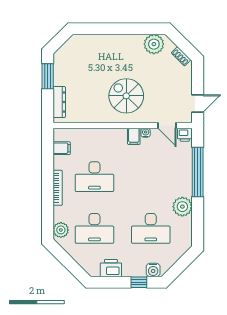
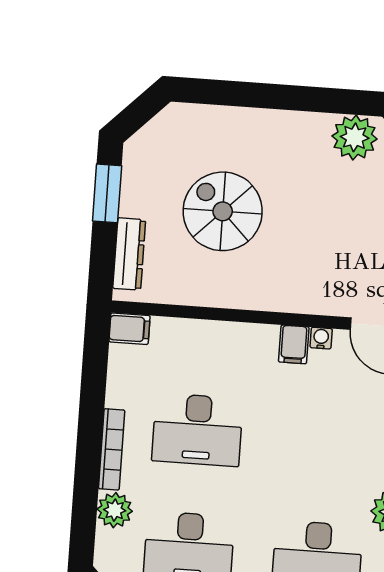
spiral stairs: (126, 96) -> (223, 211), moved
filing cabinet: (62, 148) -> (129, 329), moved
plant: (61, 230) -> (115, 510), moved

